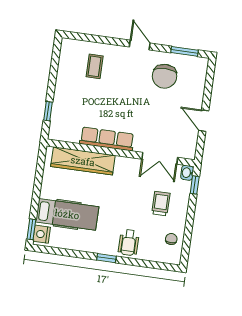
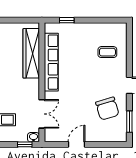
chair: (165, 76) -> (107, 109), turned -107
row of seats: (107, 139) -> (51, 62), width x1.36
double door: (160, 158) -> (42, 114), swing flipped

